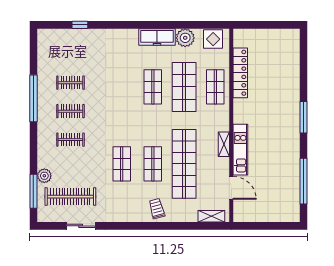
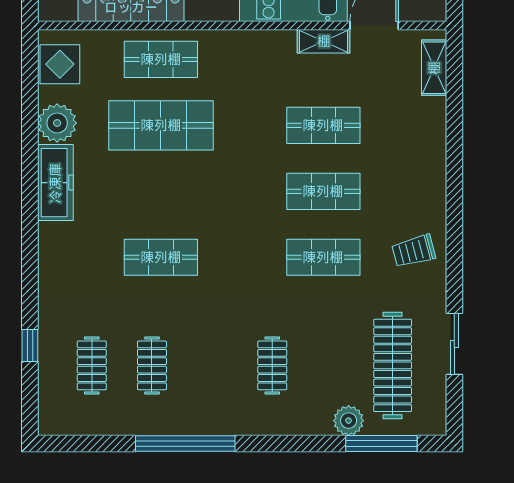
shop shelf: (153, 87) -> (161, 257), moved
clothes rail: (70, 111) -> (92, 365), moved
shelving: (224, 144) -> (324, 41), moved
shop shelf: (184, 164) -> (323, 125), width x0.50, depth x0.74
trolley: (157, 209) -> (414, 251), moved

